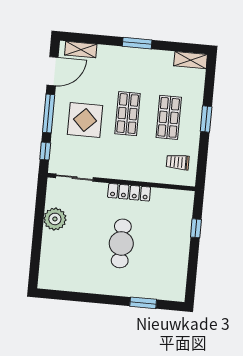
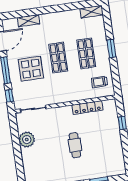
window: (137, 43) -> (53, 9), removed
shelving: (81, 50) -> (28, 21), moved
locker: (129, 192) -> (87, 107), moved
cafe table: (121, 243) -> (75, 145), width x0.73, depth x0.74

